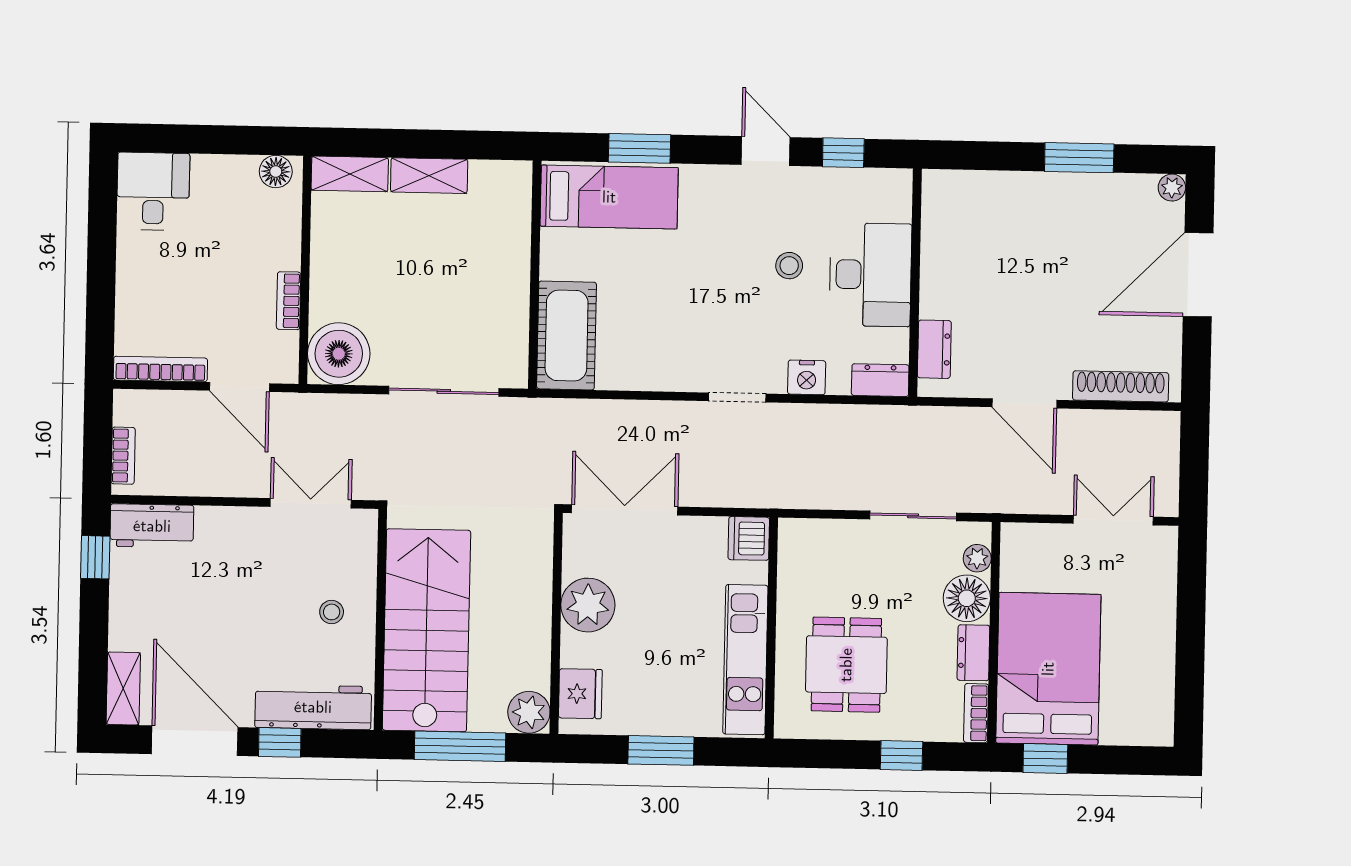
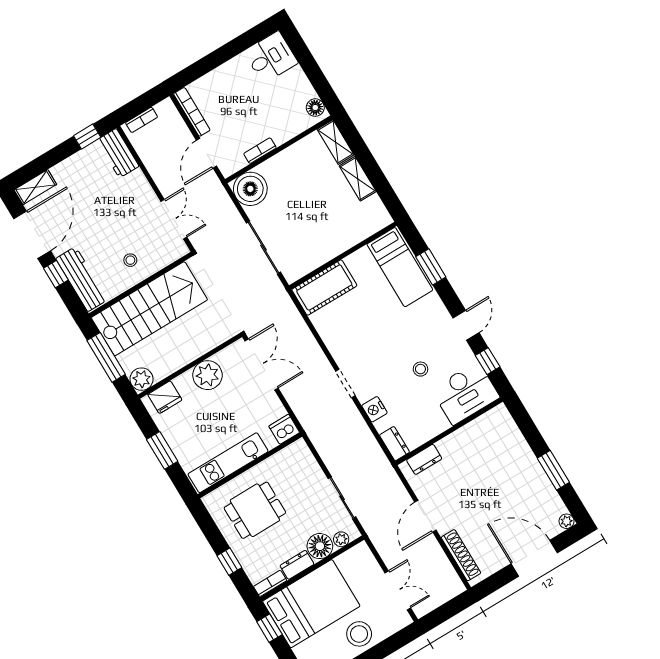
desk: (870, 275) -> (465, 393), moved
stool: (1143, 624) -> (359, 634), added

